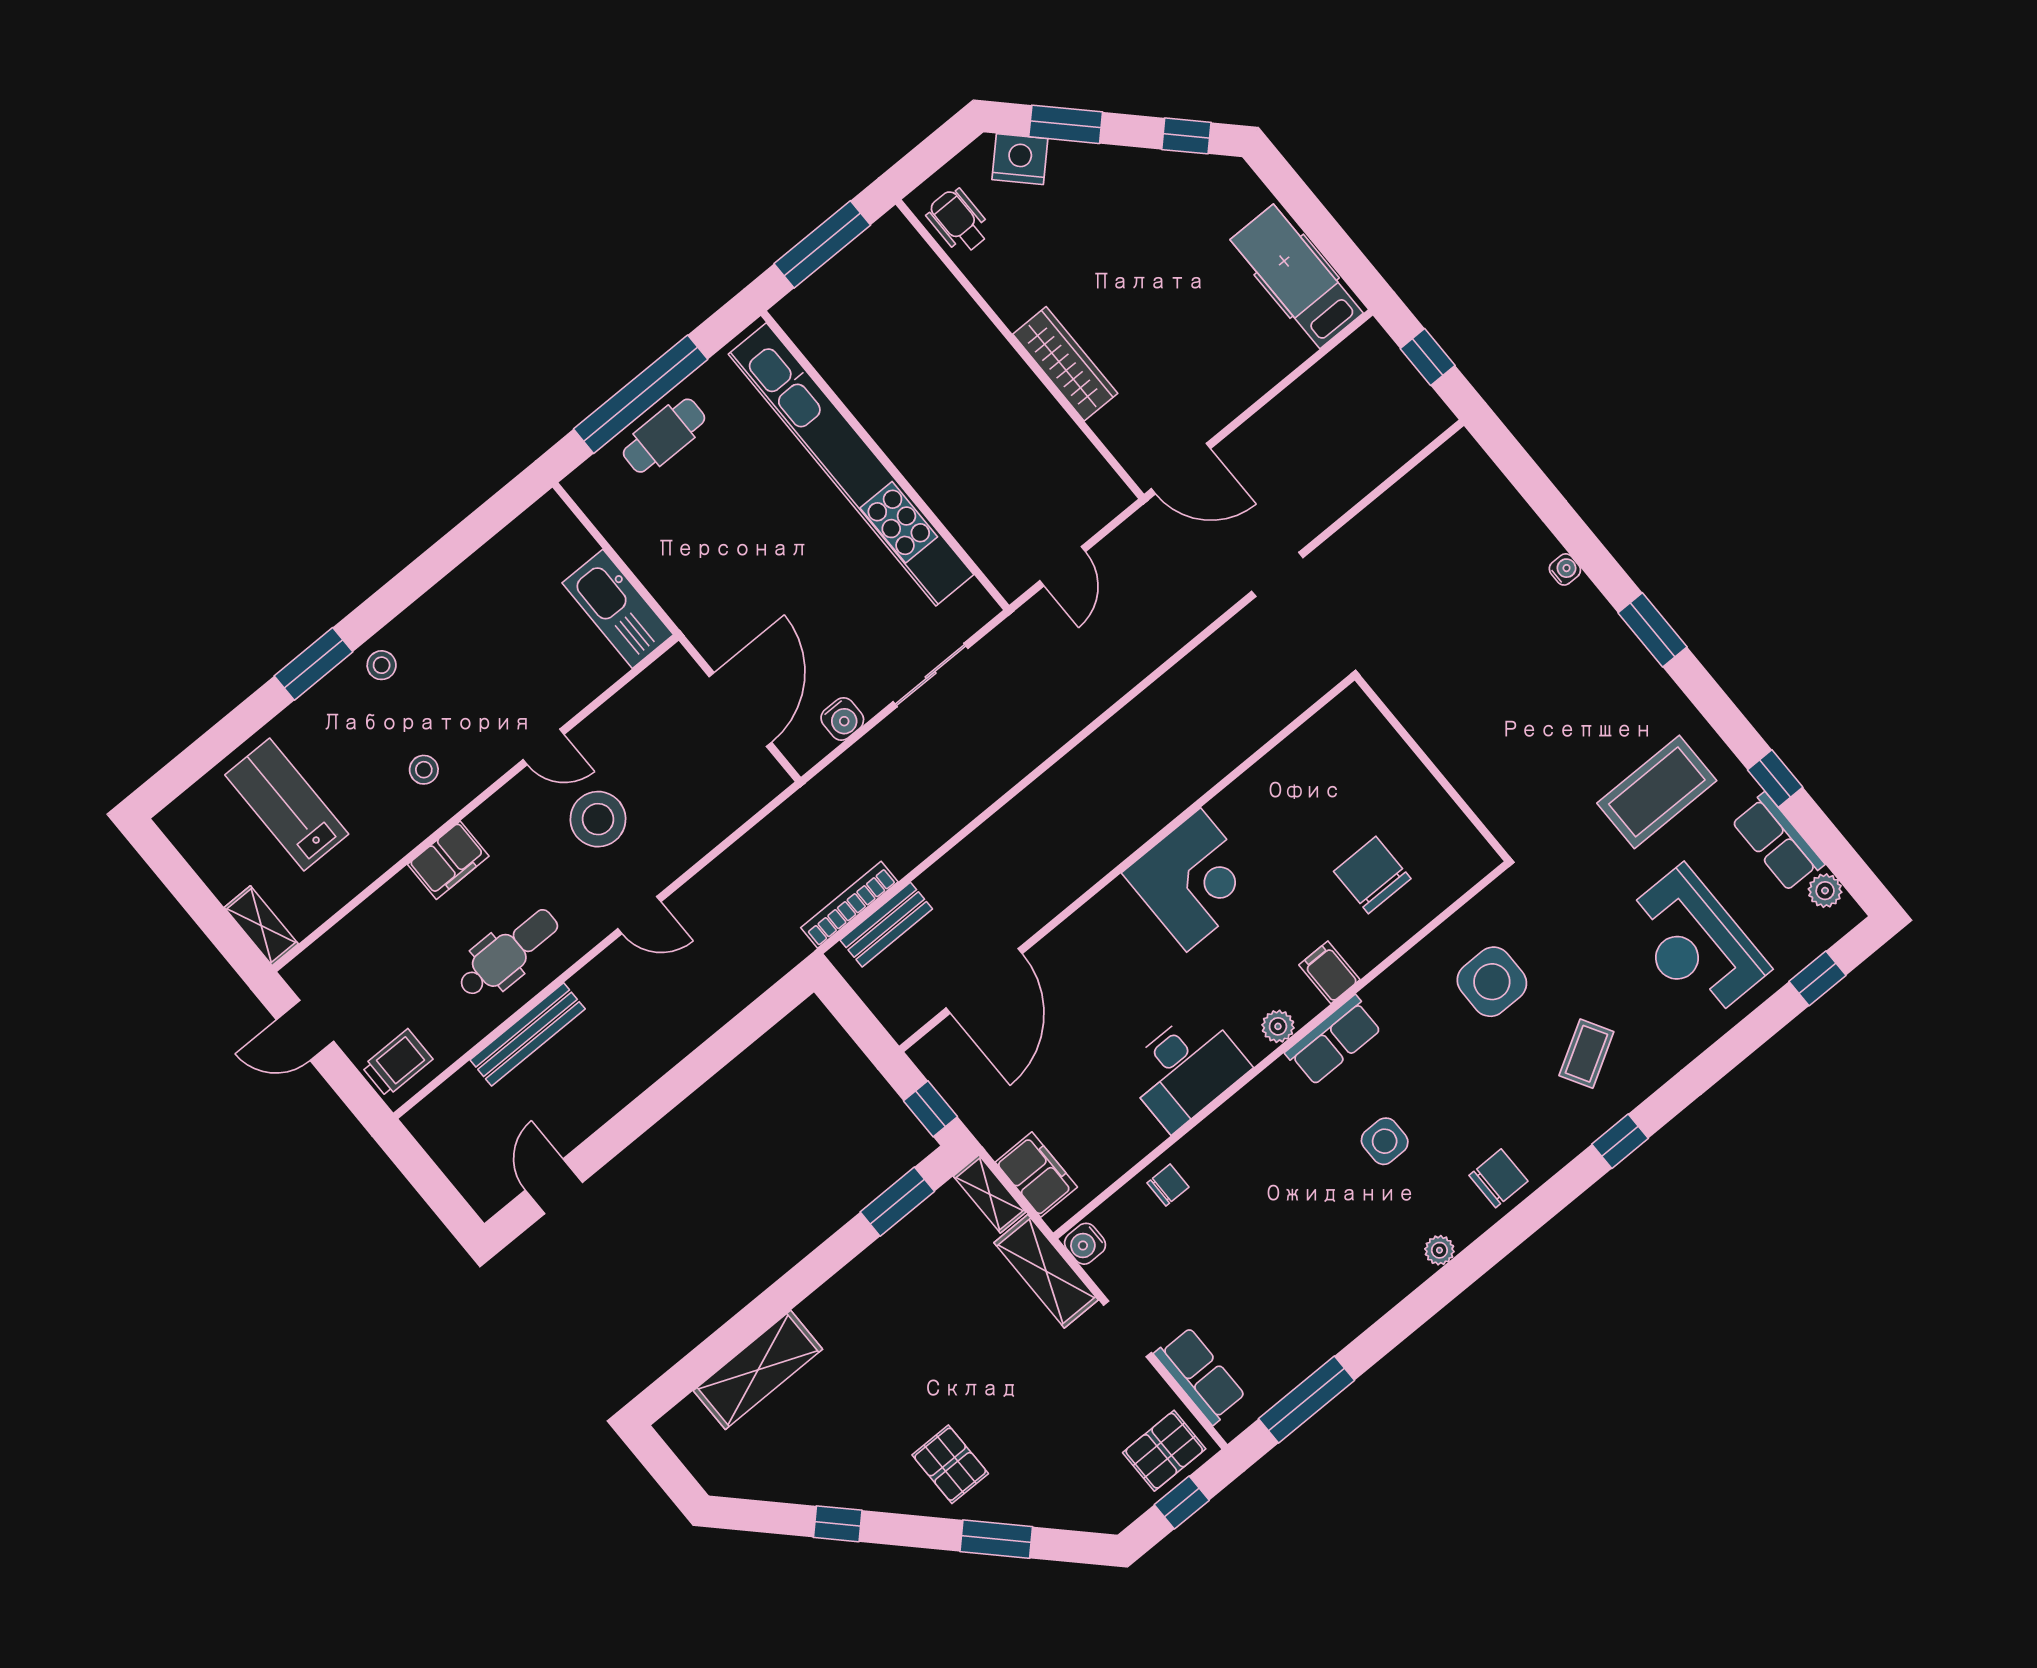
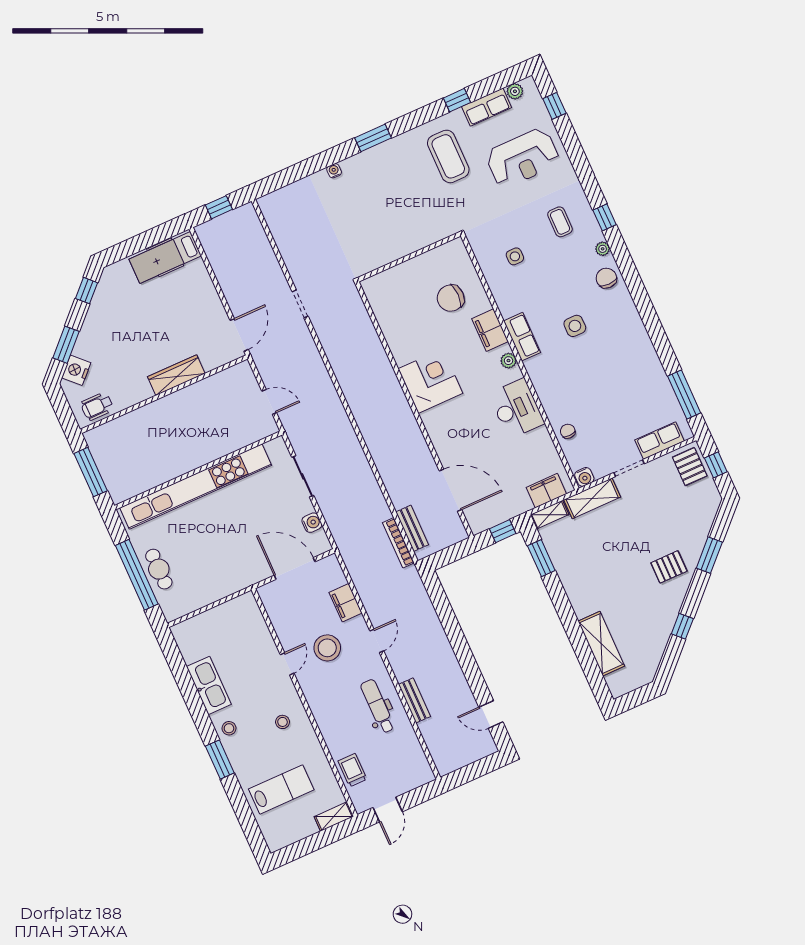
kitchen sink: (618, 609) -> (209, 685), moved, turned -90
lab bench: (287, 804) -> (281, 789), turned 180
filing cabinet: (448, 860) -> (345, 603), moved, turned 180
filing cabinet: (1329, 972) -> (490, 330), width x2.00
side table: (1492, 982) -> (515, 256), width x0.54, depth x0.54
bench: (528, 1034) -> (414, 700), width x0.73
coffee table: (1586, 1054) -> (560, 222), turned 30
trolley: (397, 1063) -> (352, 770), moved
plant: (1439, 1250) -> (603, 249), moved

